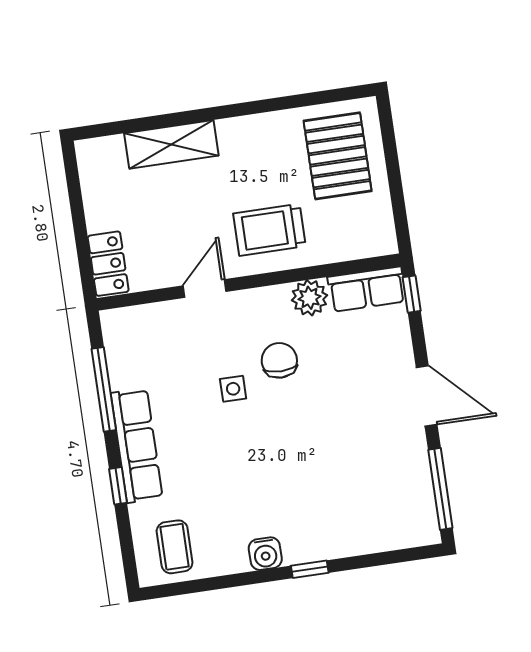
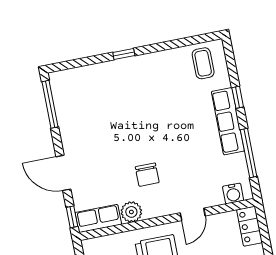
side table: (233, 389) -> (173, 157), removed
door: (427, 396) -> (63, 173), moved
water cooler: (265, 554) -> (233, 193), moved, turned 180

